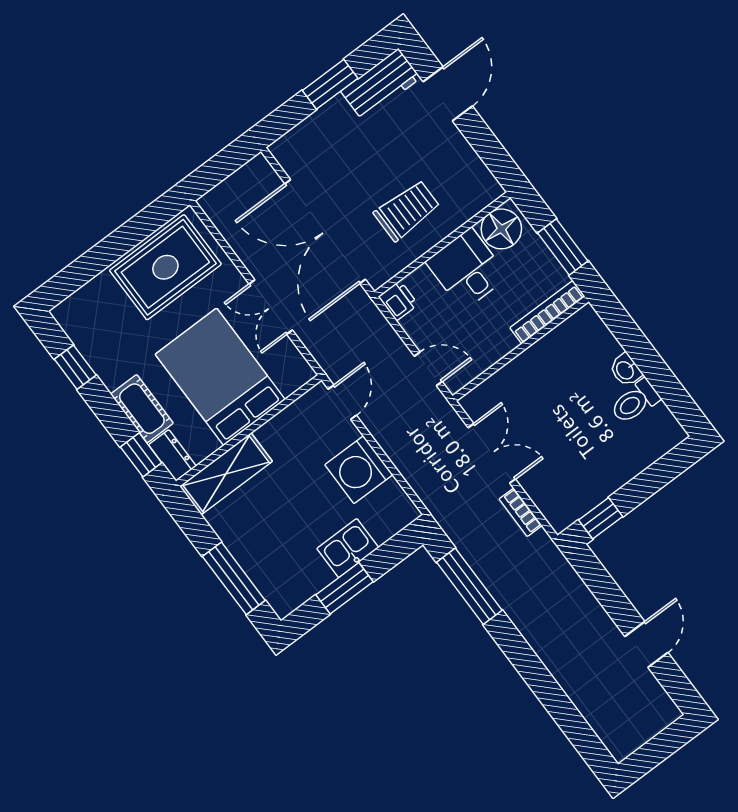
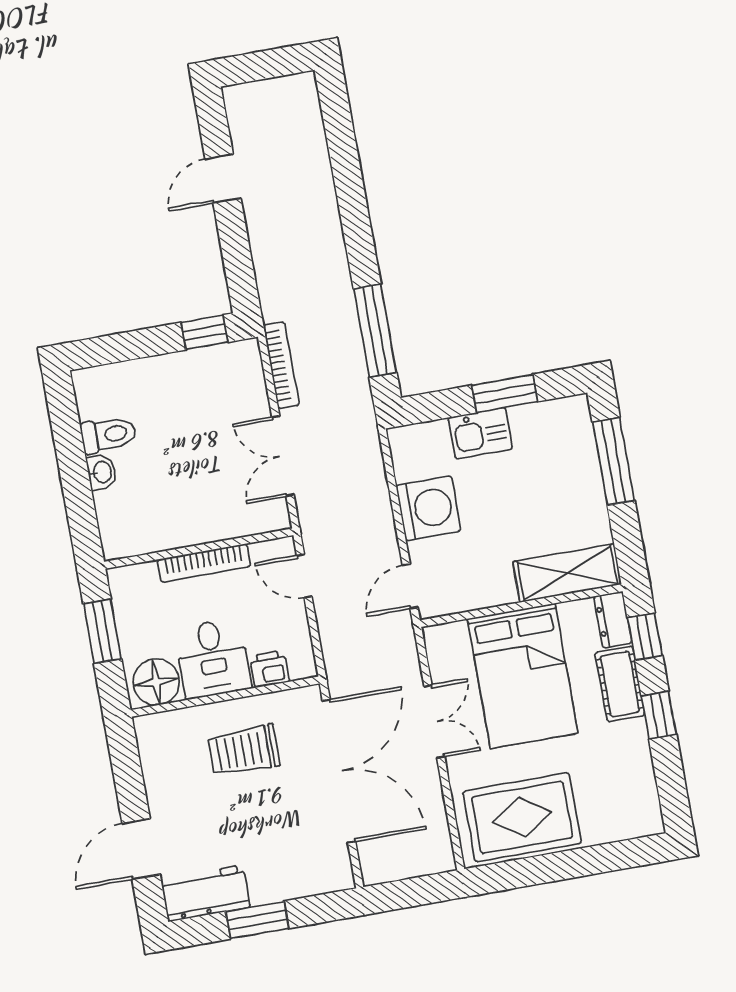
printer: (398, 301) -> (270, 669), moved, turned 90
bookcase: (547, 312) -> (204, 563), moved
window: (75, 367) -> (659, 715), moved
bookcase: (520, 512) -> (281, 365), width x1.56

